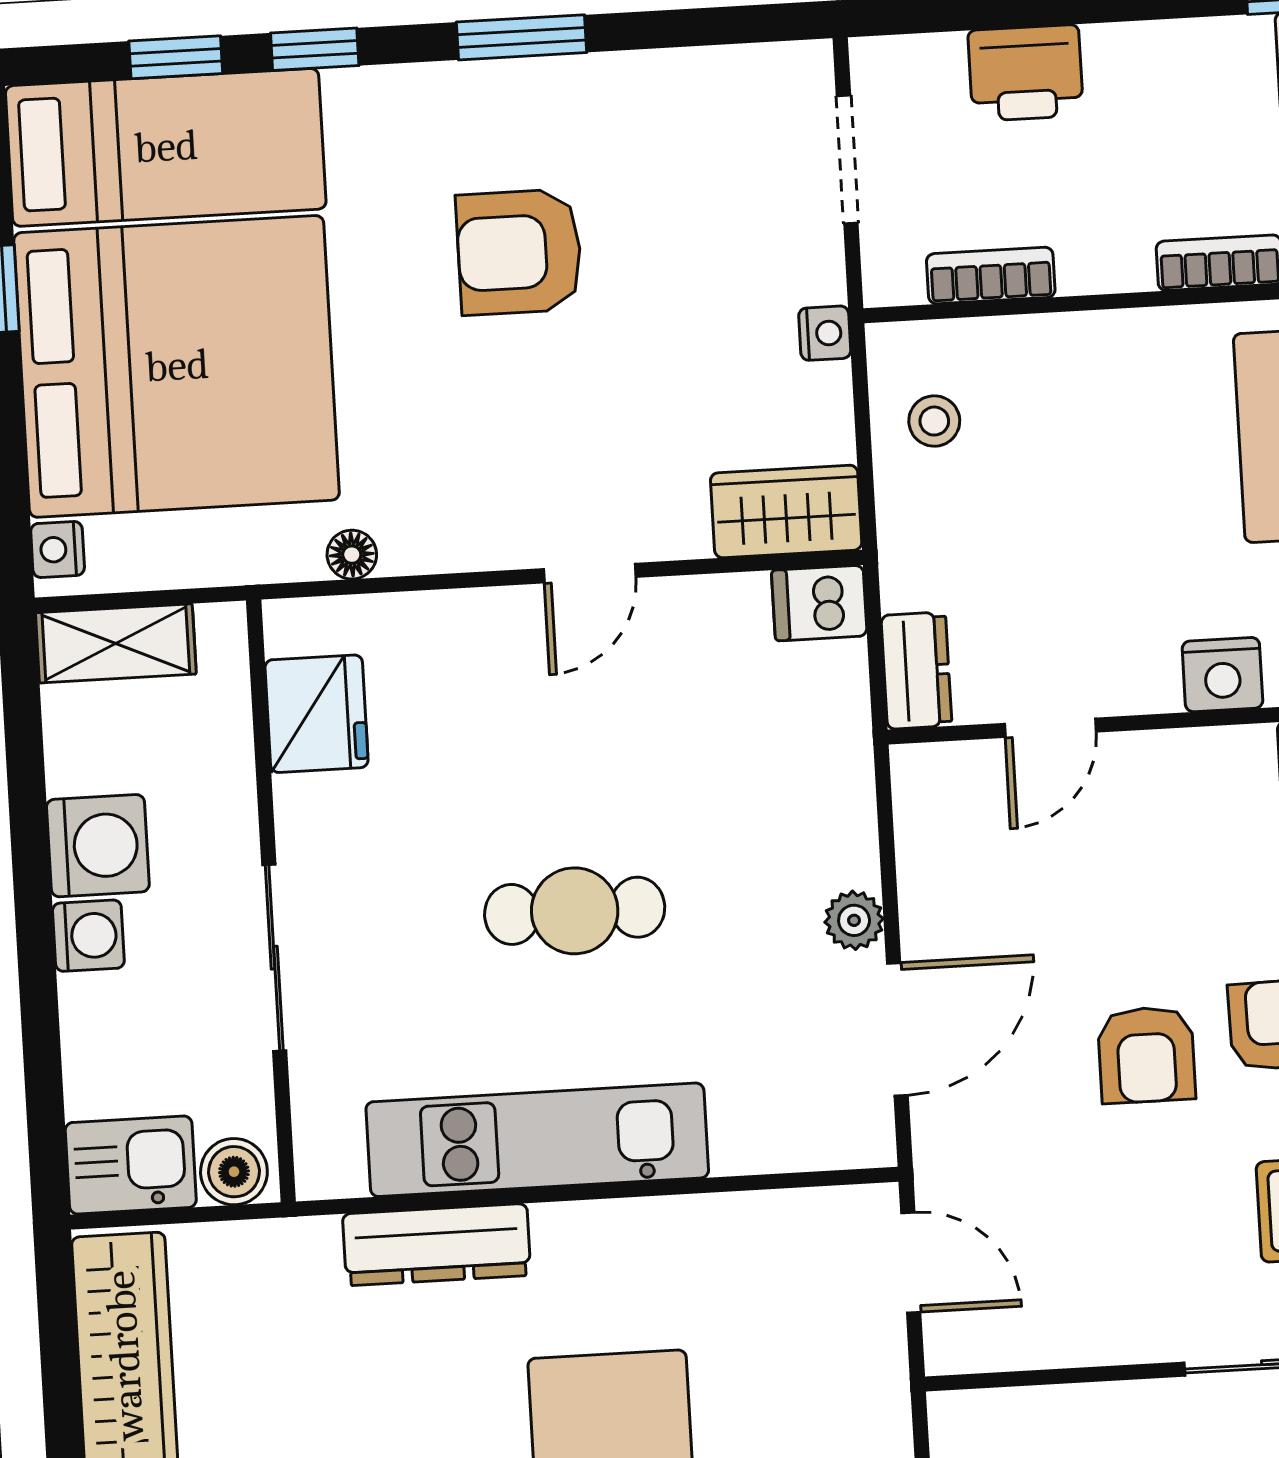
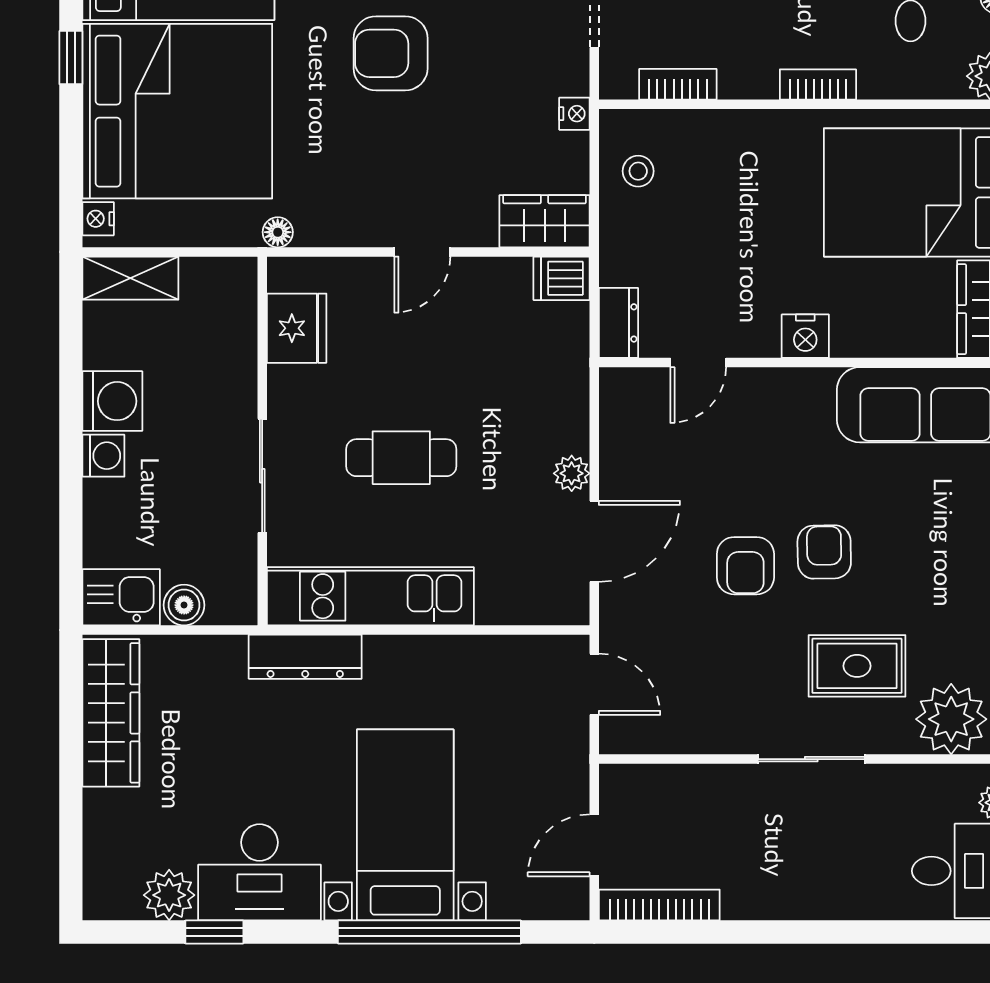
fridge: (317, 714) -> (297, 328), moved
wall: (271, 901) -> (262, 441), moved
sliding door: (274, 958) -> (262, 476), moved

